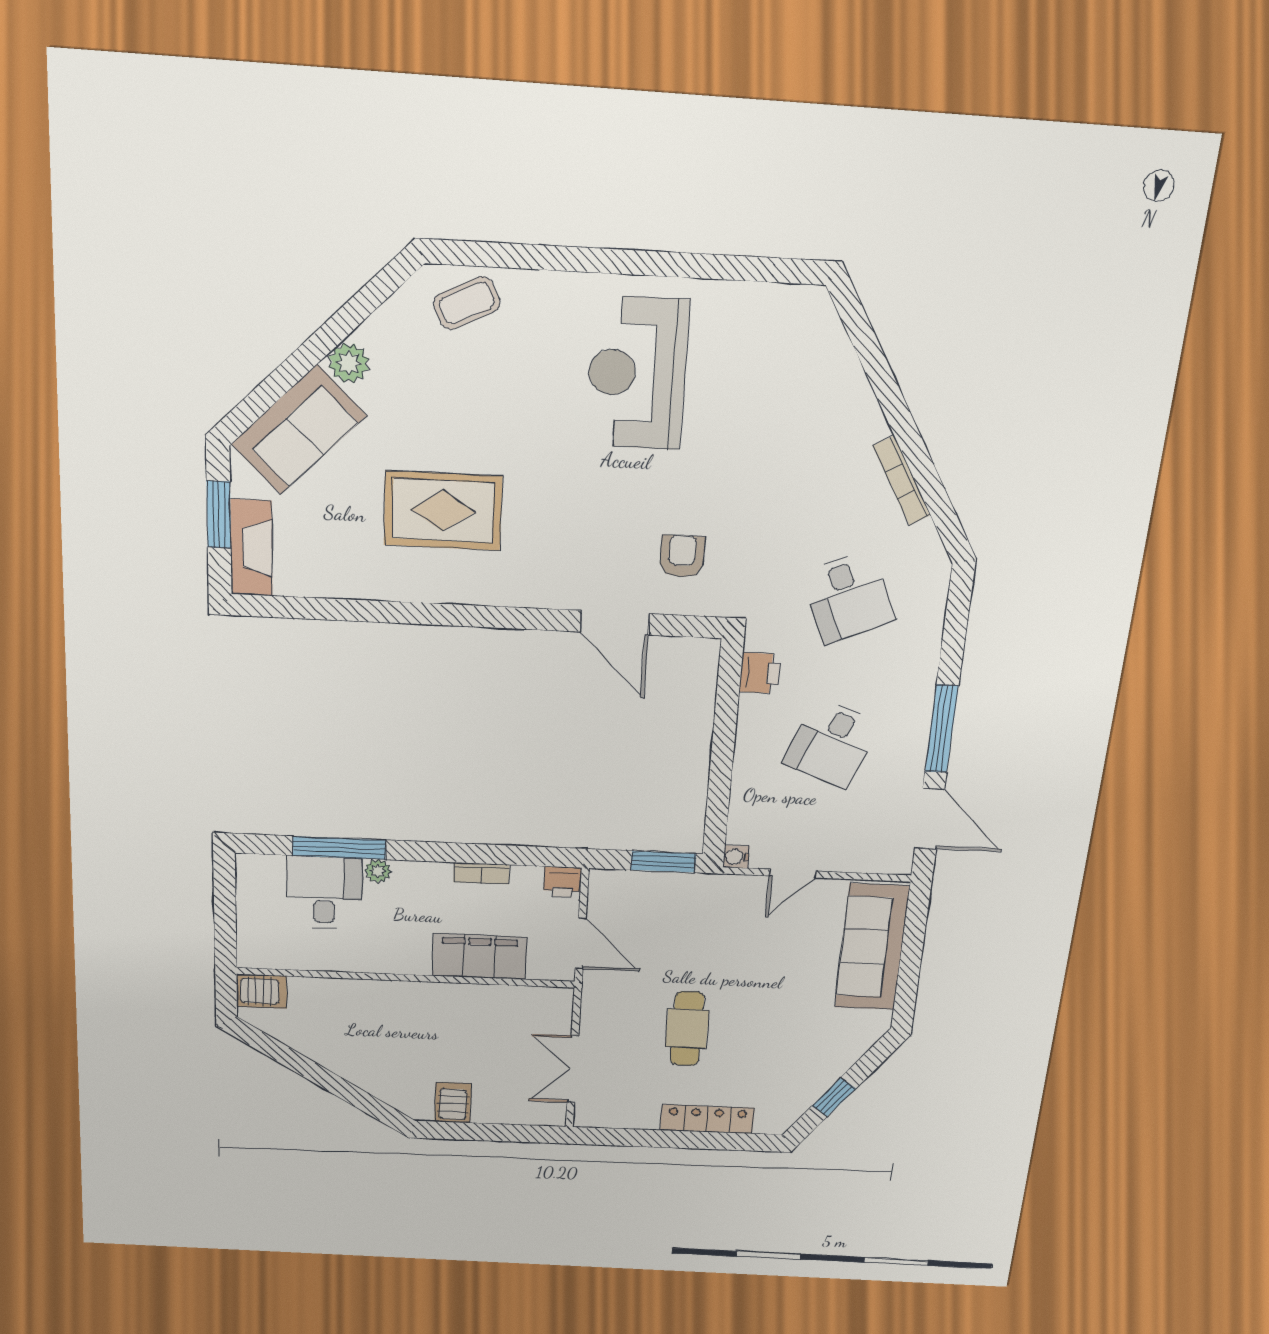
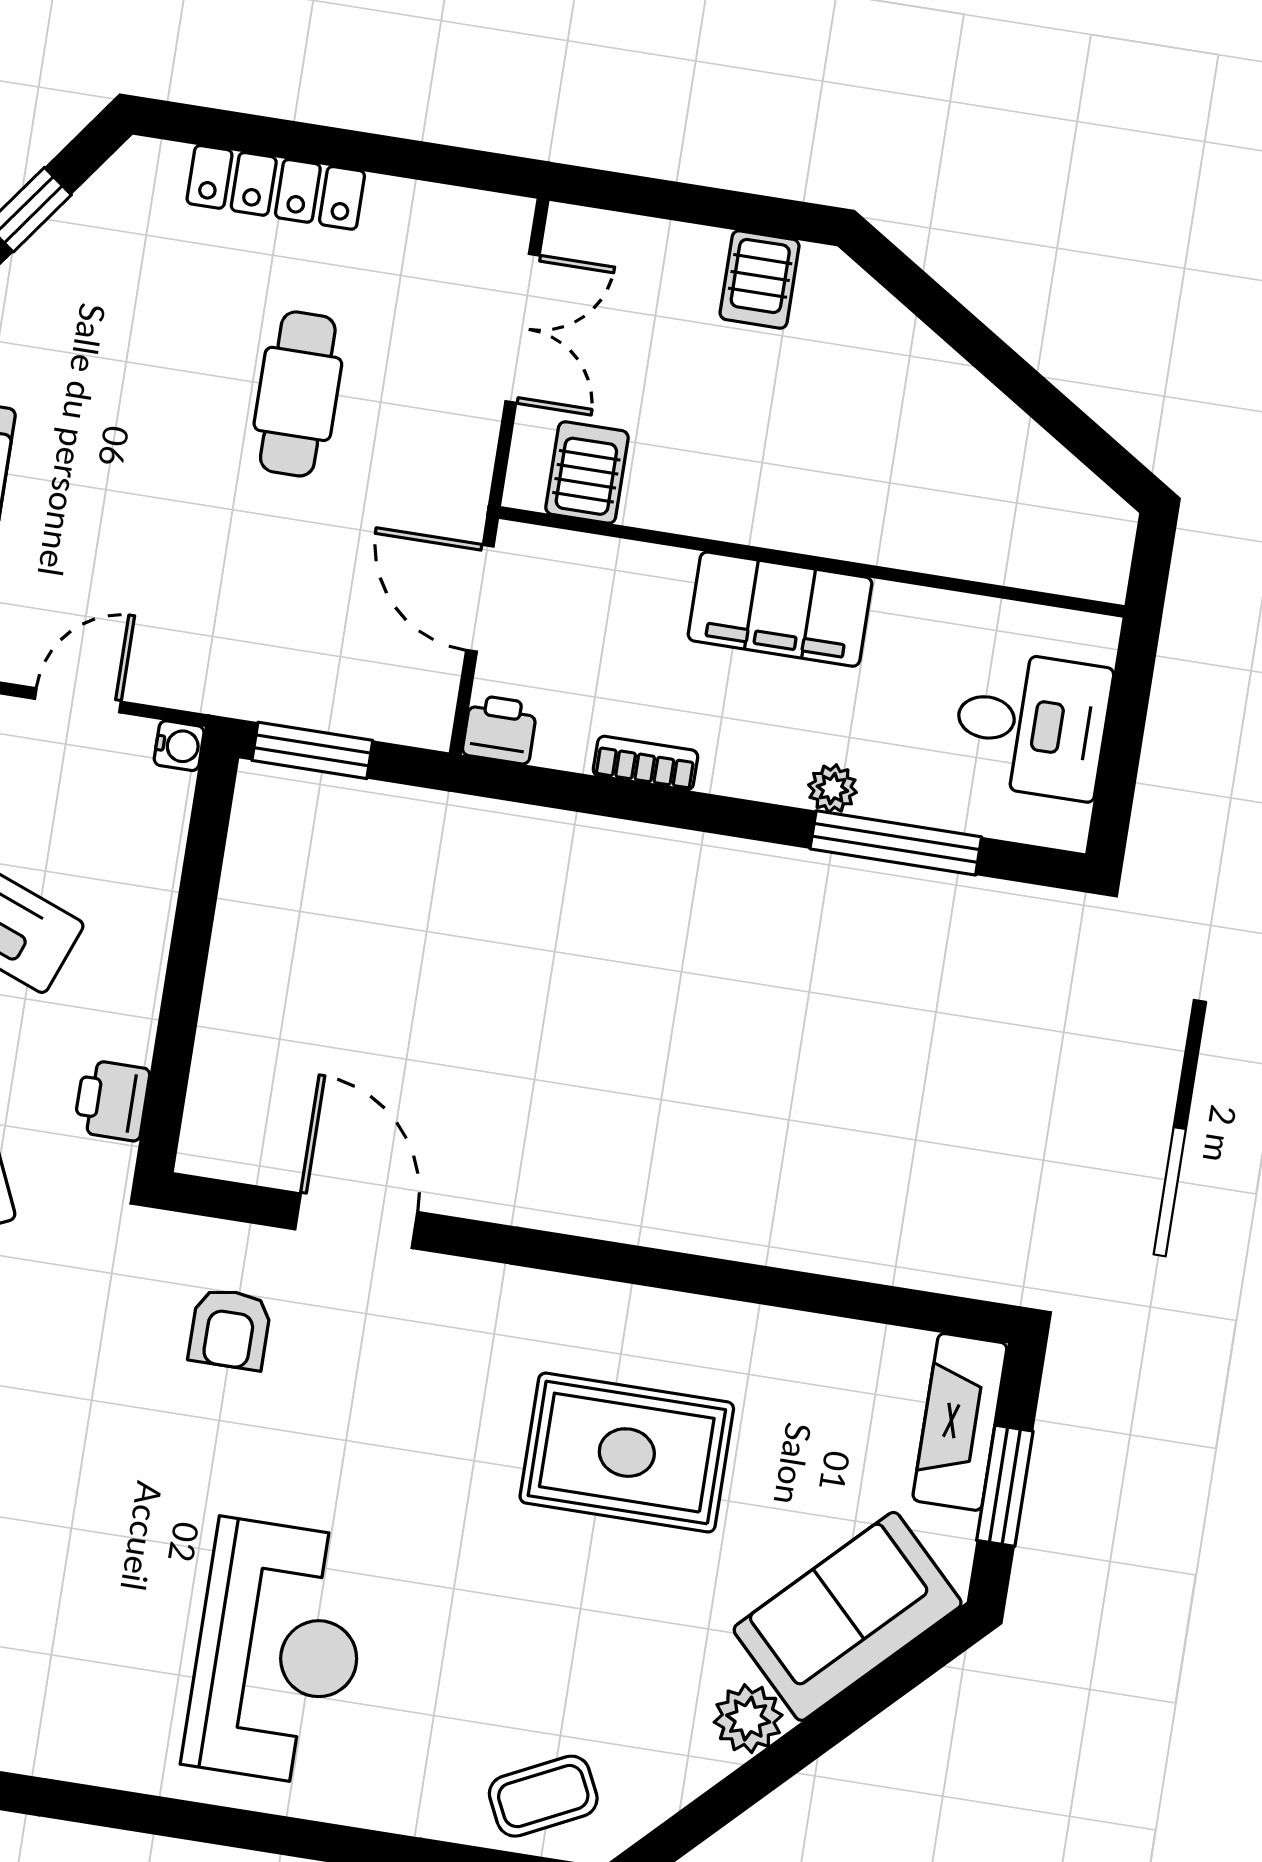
desk: (324, 893) -> (1031, 725), moved, turned -90
filing cabinet: (479, 956) -> (780, 609), moved
server rack: (262, 991) -> (587, 473), moved, turned 90

